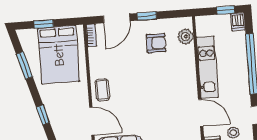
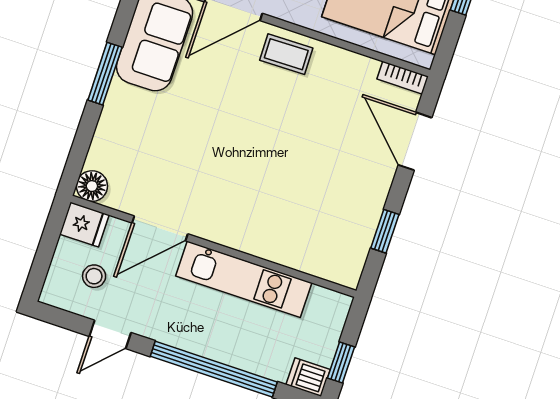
window: (147, 16) -> (385, 231), moved
plant: (186, 36) -> (322, 262), removed
armchair: (156, 43) -> (334, 198), removed

